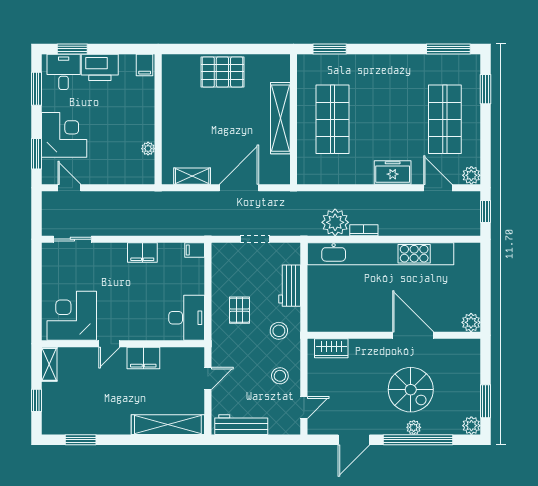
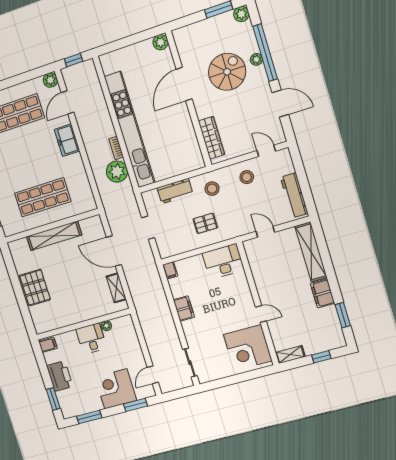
desk: (64, 72) -> (91, 339), moved, turned 90
wardrobe: (331, 348) -> (211, 138), width x1.50
filing cabinet: (143, 358) -> (323, 293), moved, turned 180

